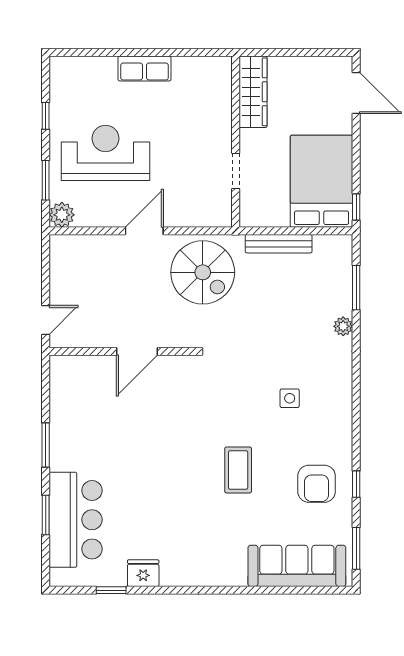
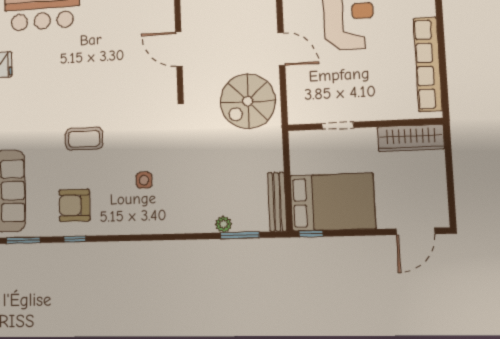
row of seats: (145, 68) -> (428, 64), width x2.02
bench: (279, 244) -> (277, 202), moved
plant: (343, 326) -> (223, 224), moved

